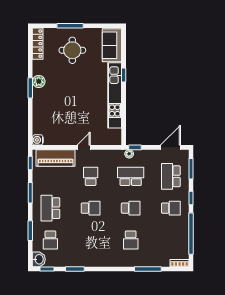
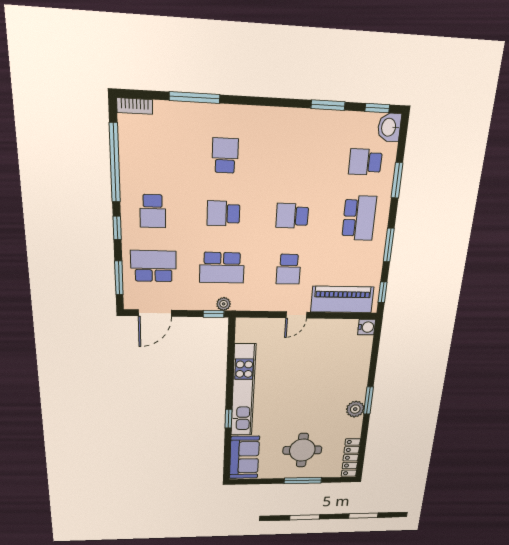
school desk: (171, 176) -> (154, 266), turned -90
school desk: (171, 208) -> (153, 211), turned -90
school desk: (50, 240) -> (365, 162), turned -90

